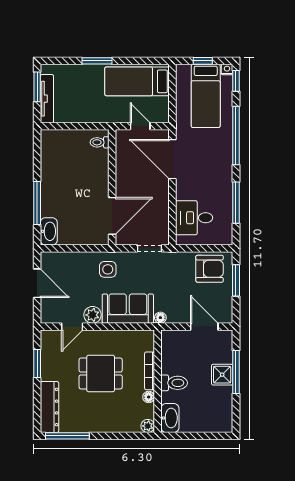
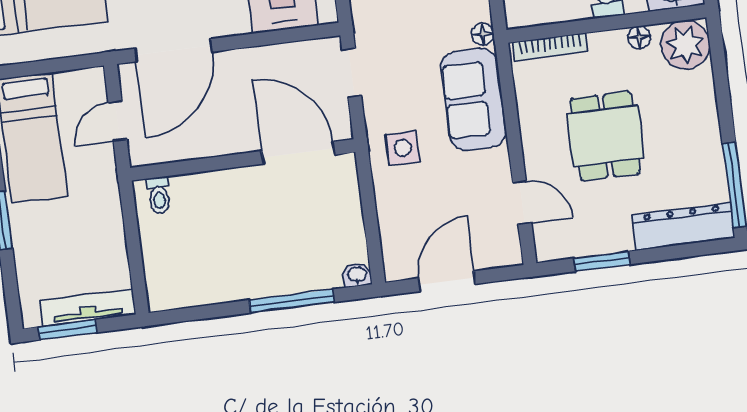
washbasin: (49, 231) -> (357, 275), width x0.52, depth x0.69
plant: (93, 315) -> (494, 166), removed
bookcase: (150, 371) -> (550, 47), moved
plant: (148, 426) -> (685, 45), width x1.88, depth x1.88

